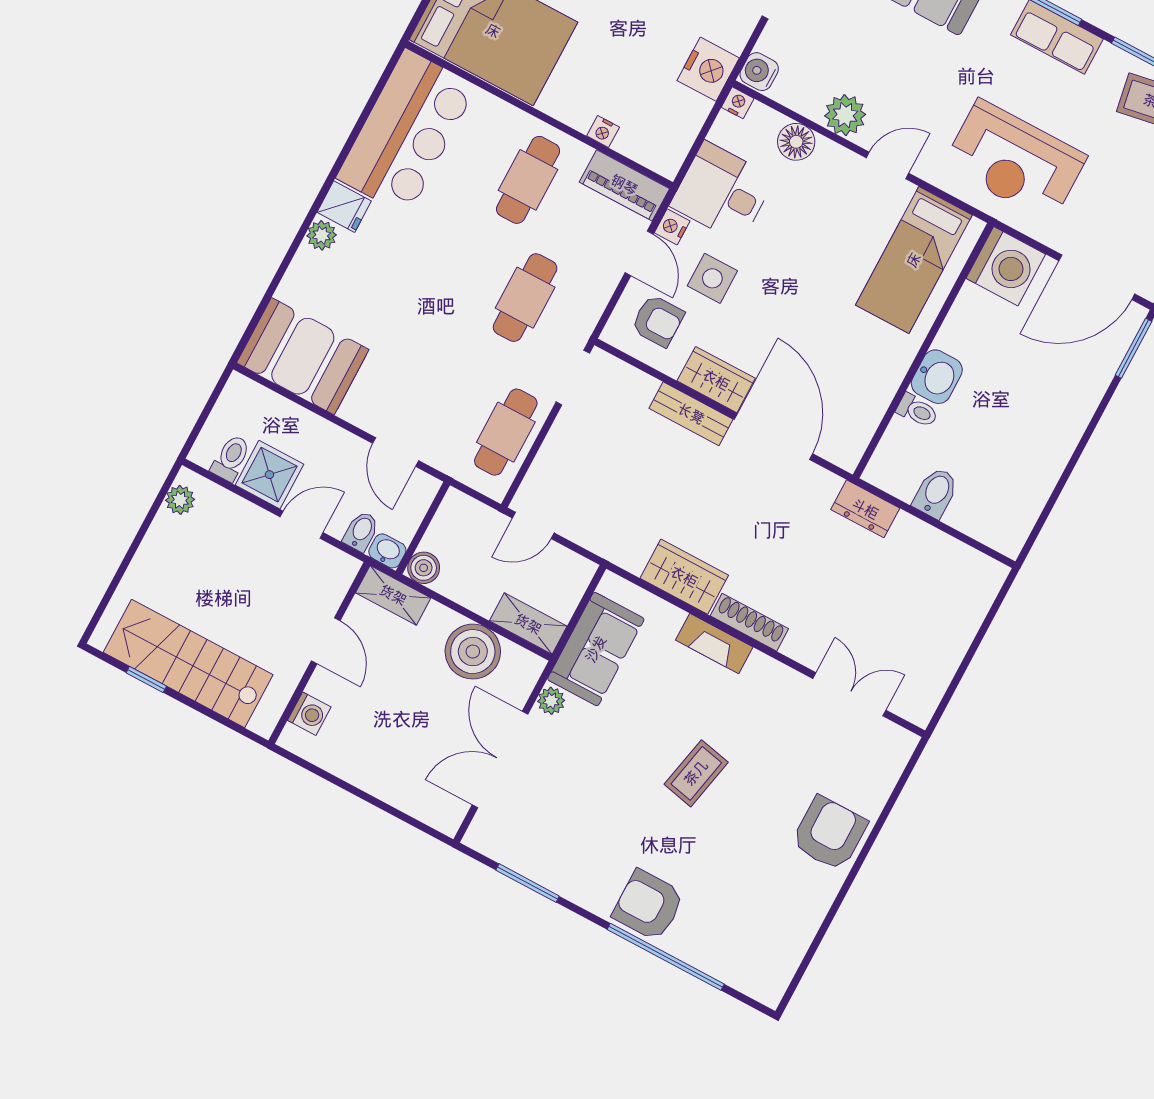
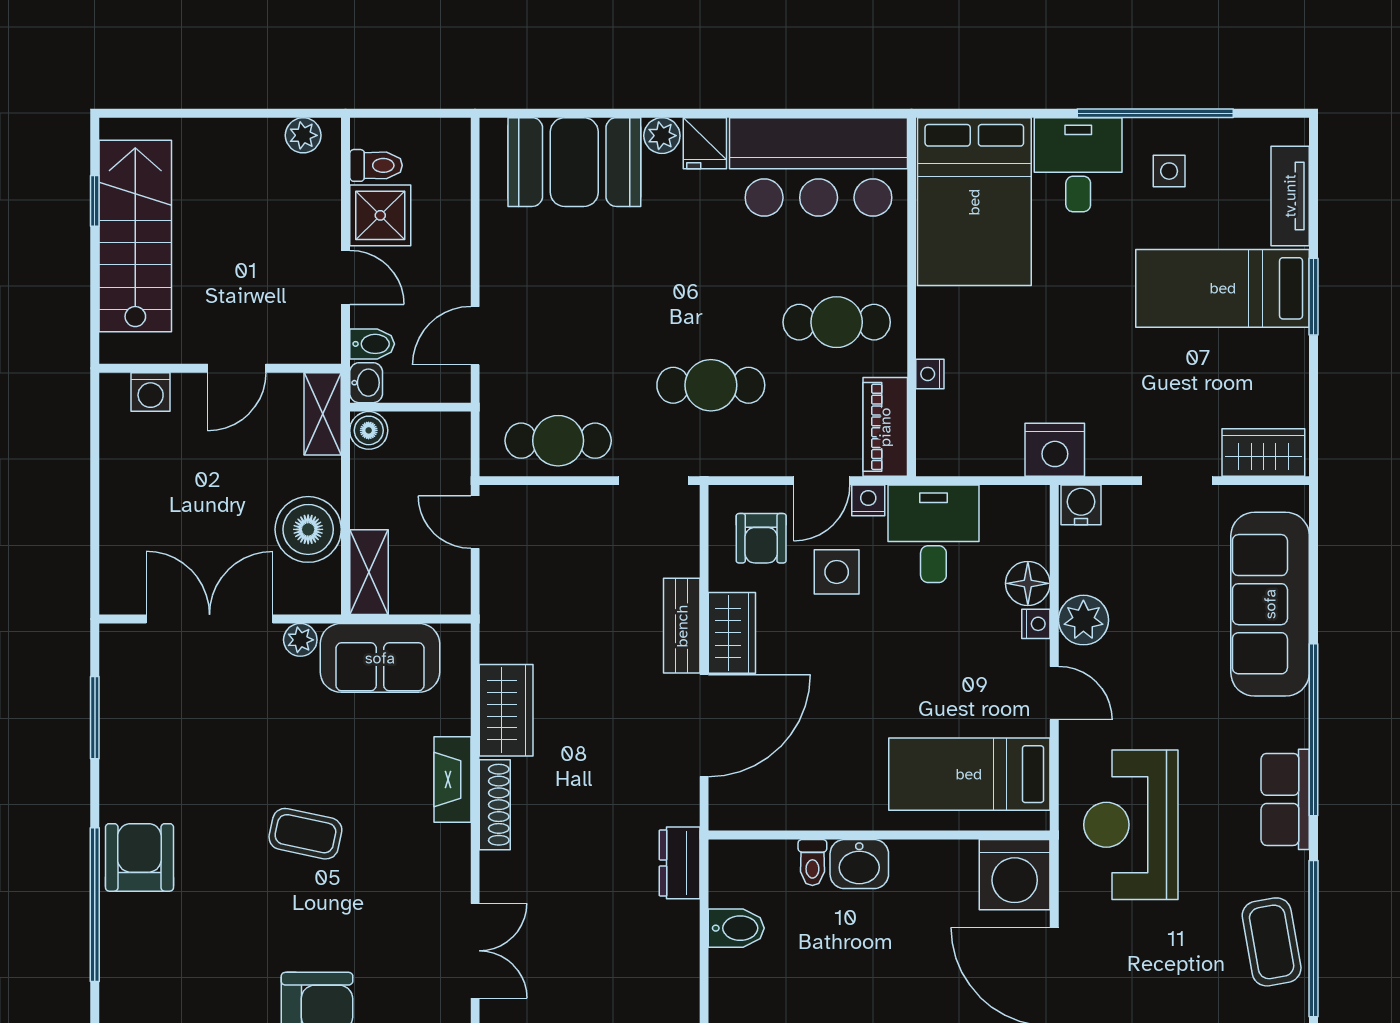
nightstand: (738, 103) -> (1036, 624), moved
booth: (303, 356) -> (574, 162), moved, turned 90

